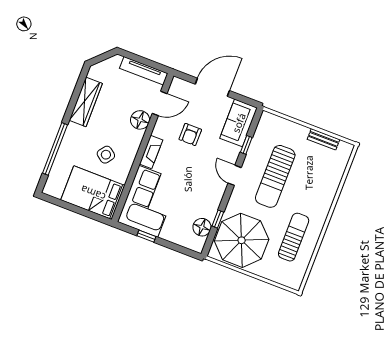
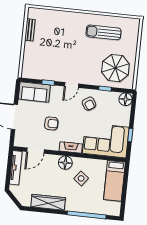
door: (160, 103) -> (35, 151), swing flipped
floor lamp: (140, 120) -> (65, 163), moved
sun lounger: (275, 176) -> (65, 57), removed
armchair: (203, 192) -> (89, 104), added
bed: (93, 193) -> (114, 181), width x0.67
floor lamp: (202, 227) -> (125, 99), moved
parasol: (242, 240) -> (115, 68), width x0.73, depth x0.73

